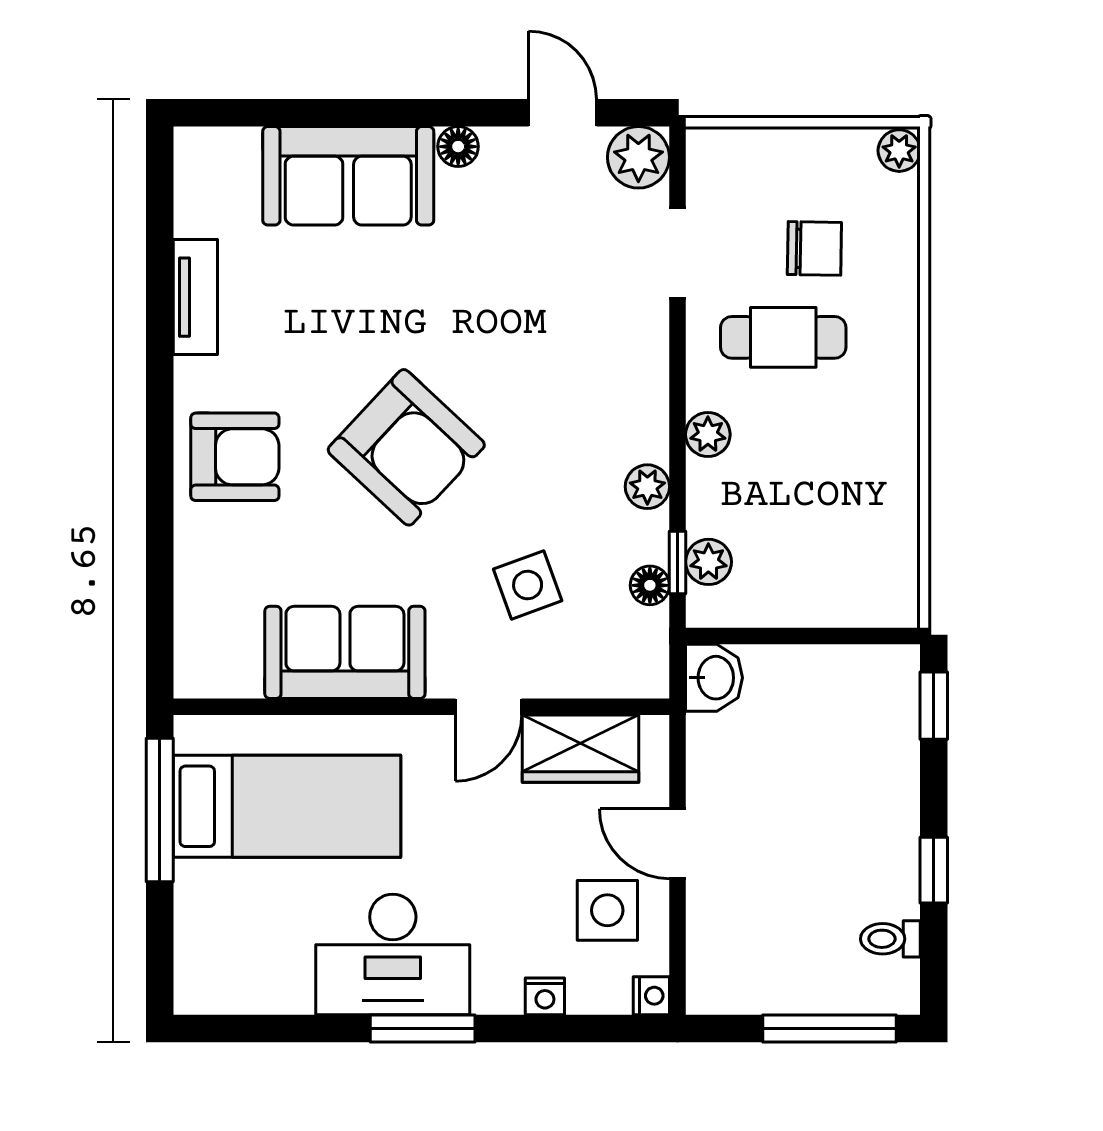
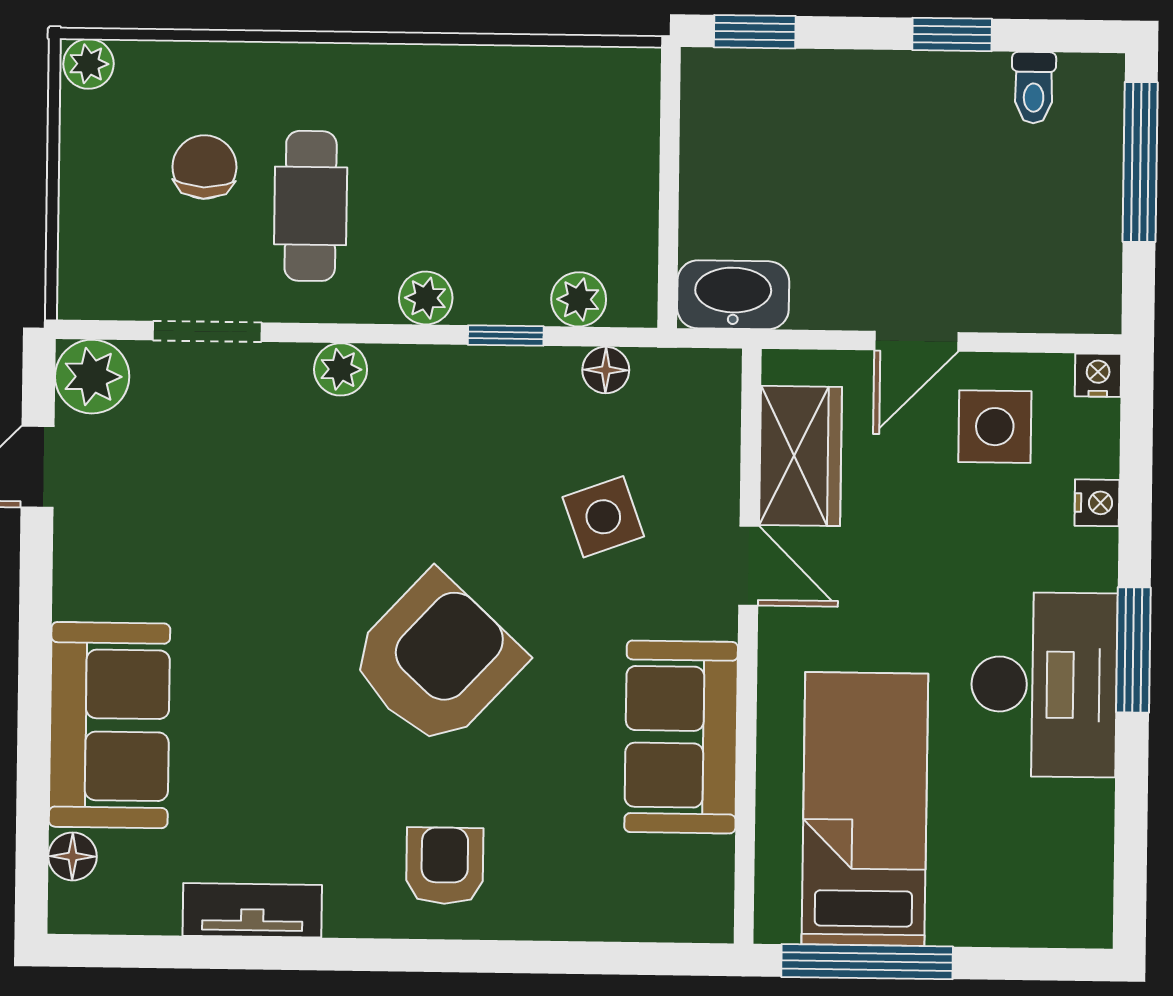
floor lamp: (458, 147) -> (73, 856), moved
armchair: (235, 457) -> (445, 866), width x0.72, depth x0.72
plant: (647, 487) -> (341, 369), moved
window: (678, 563) -> (506, 335), moved
washbasin: (714, 678) -> (733, 295), width x1.38

